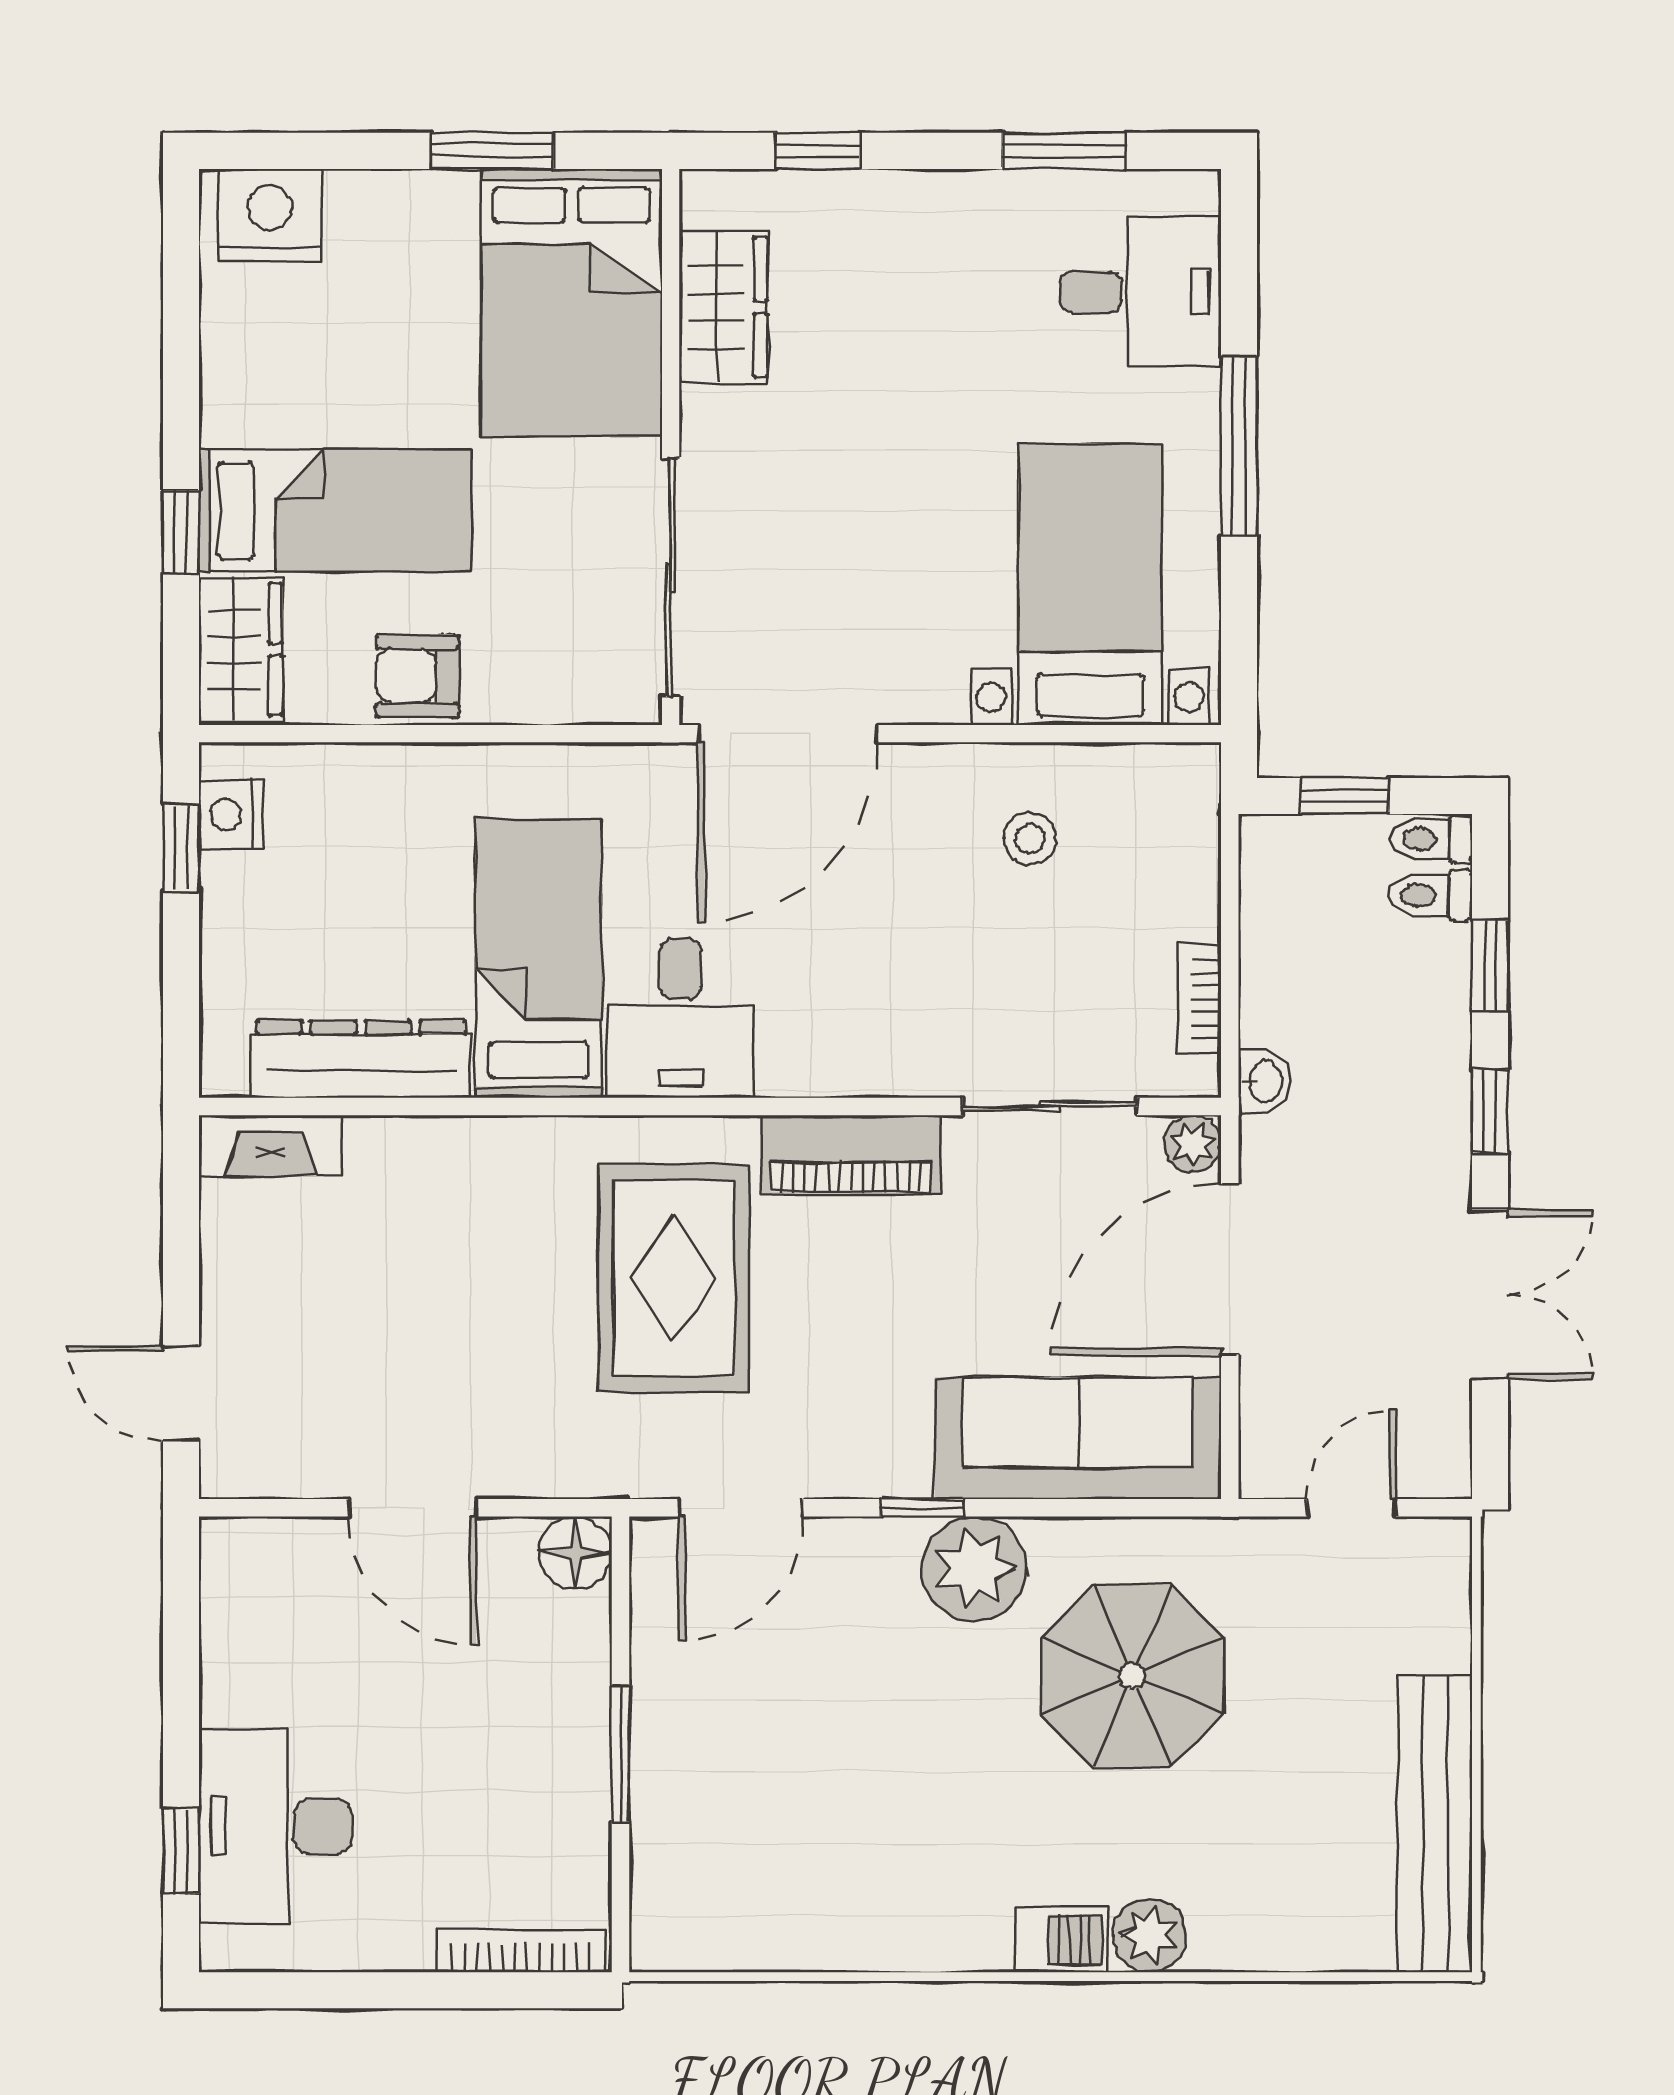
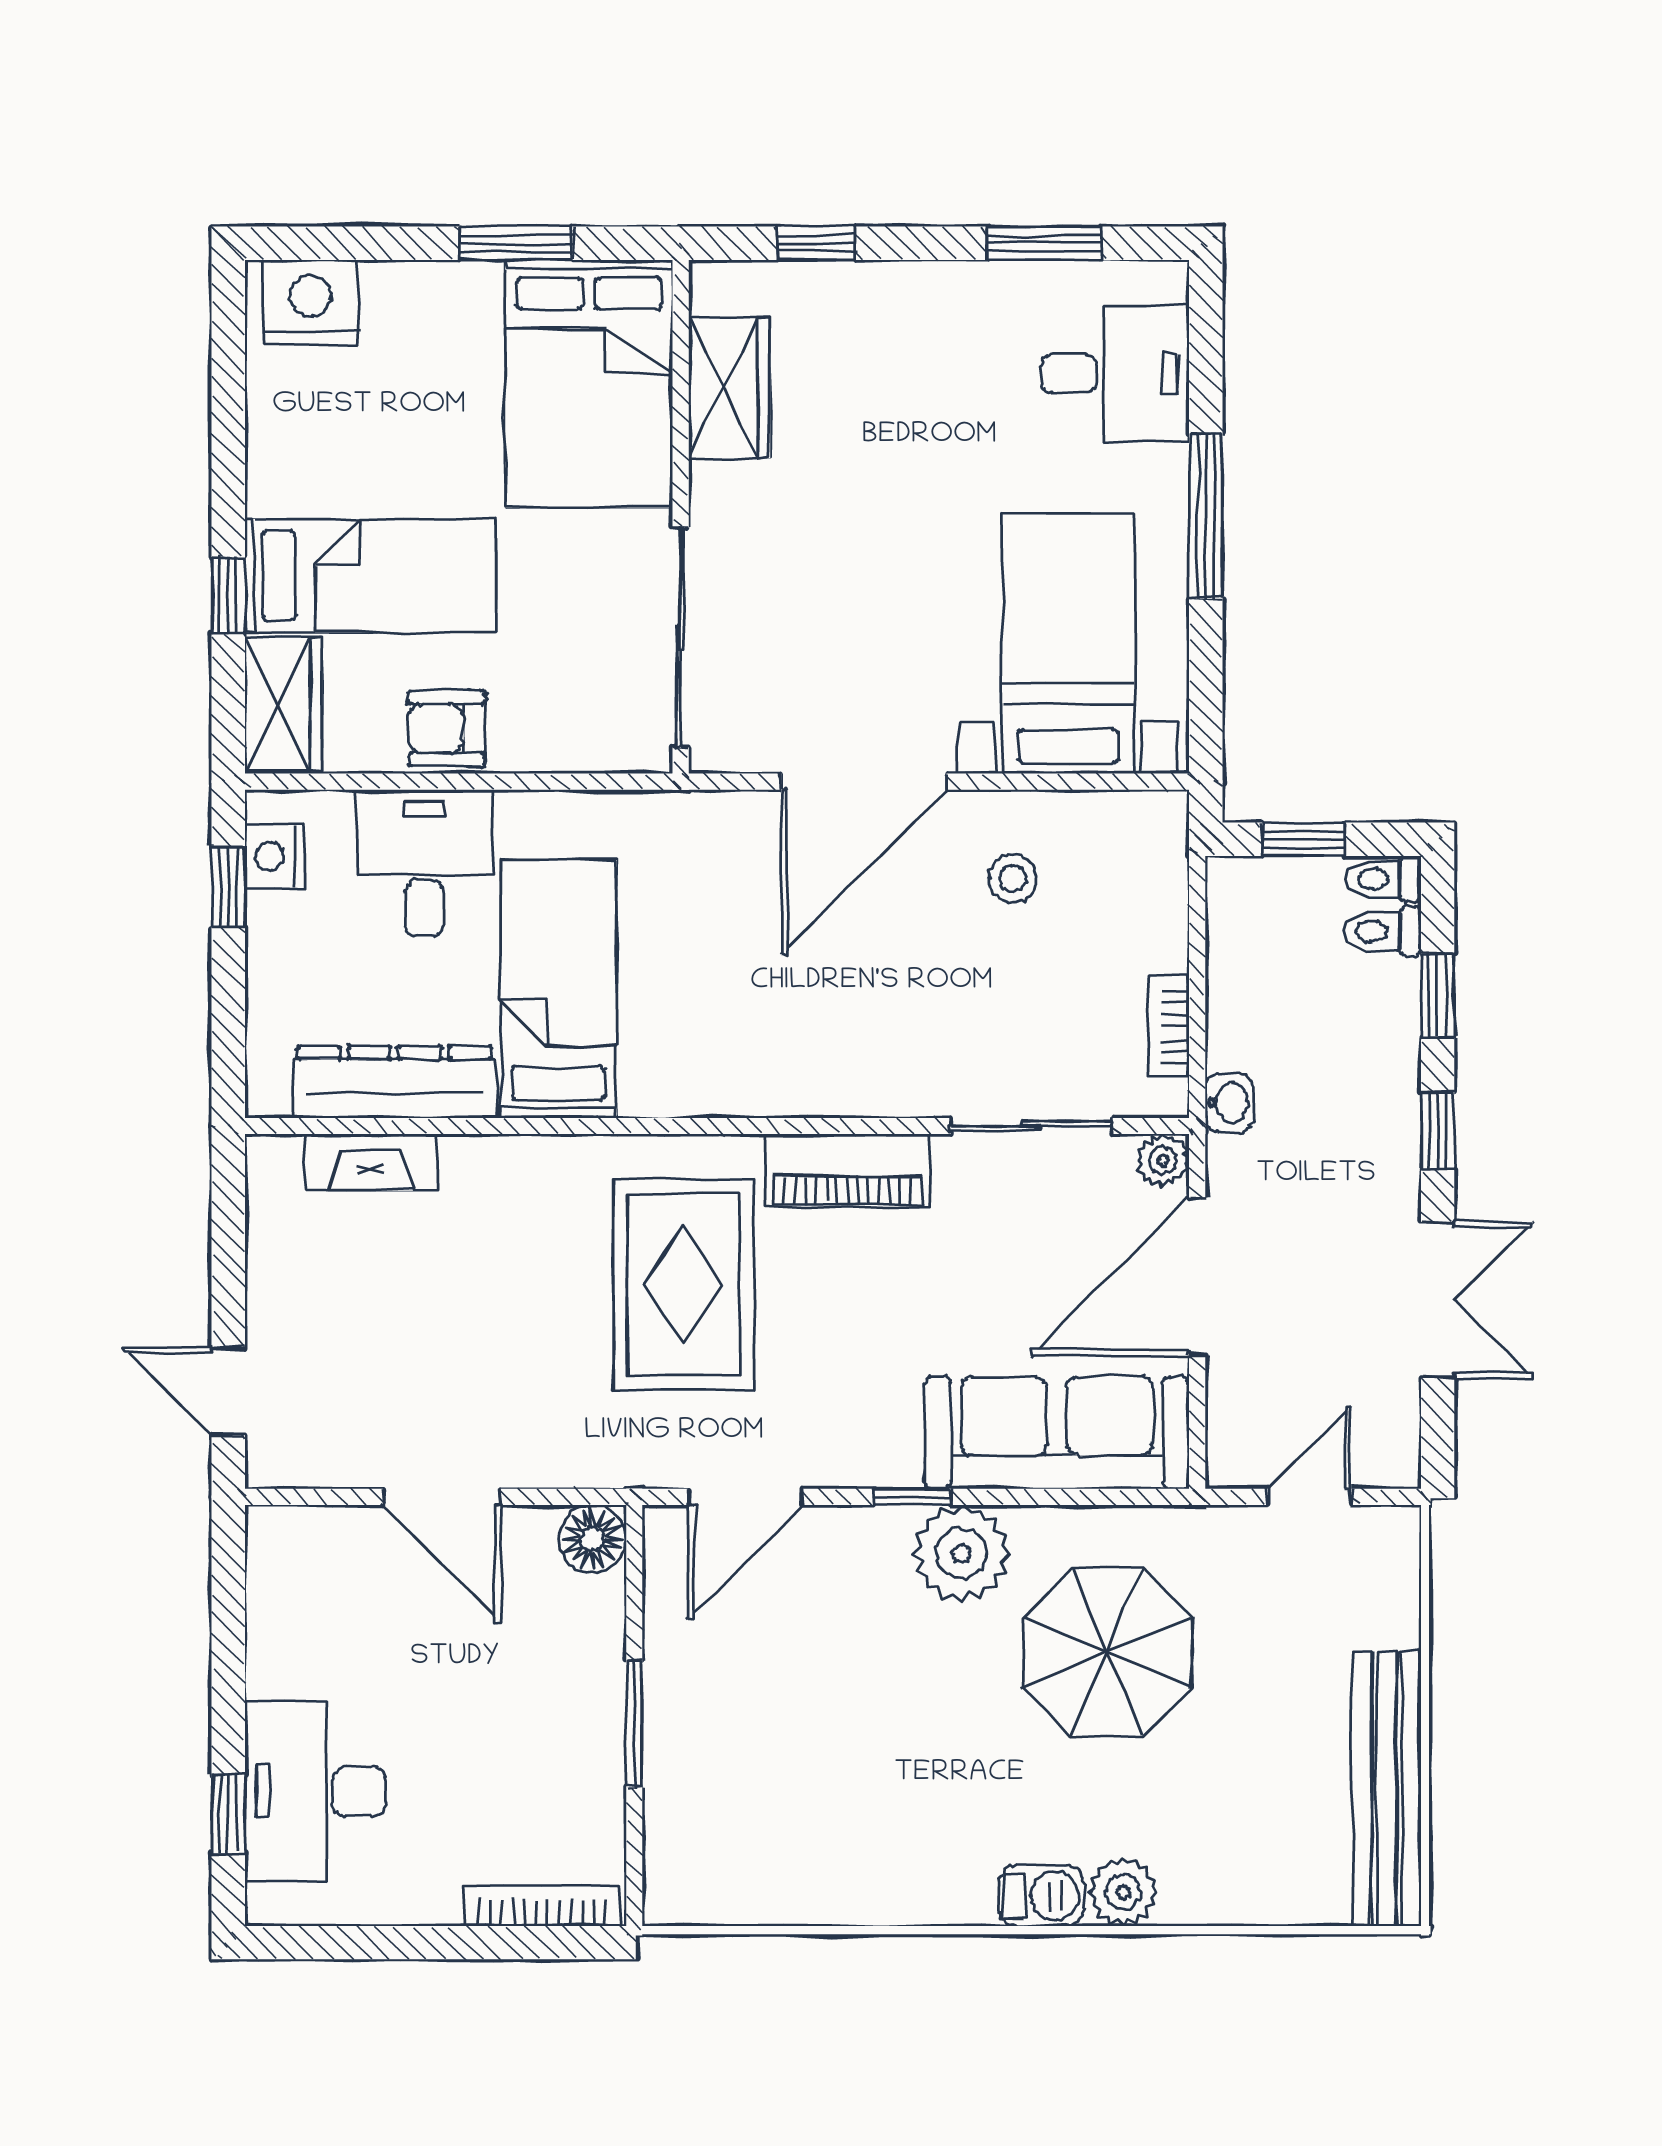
door: (788, 734) -> (864, 782), moved
desk: (681, 1018) -> (424, 863), moved, turned 180
fireplace: (271, 1146) -> (370, 1162), moved

